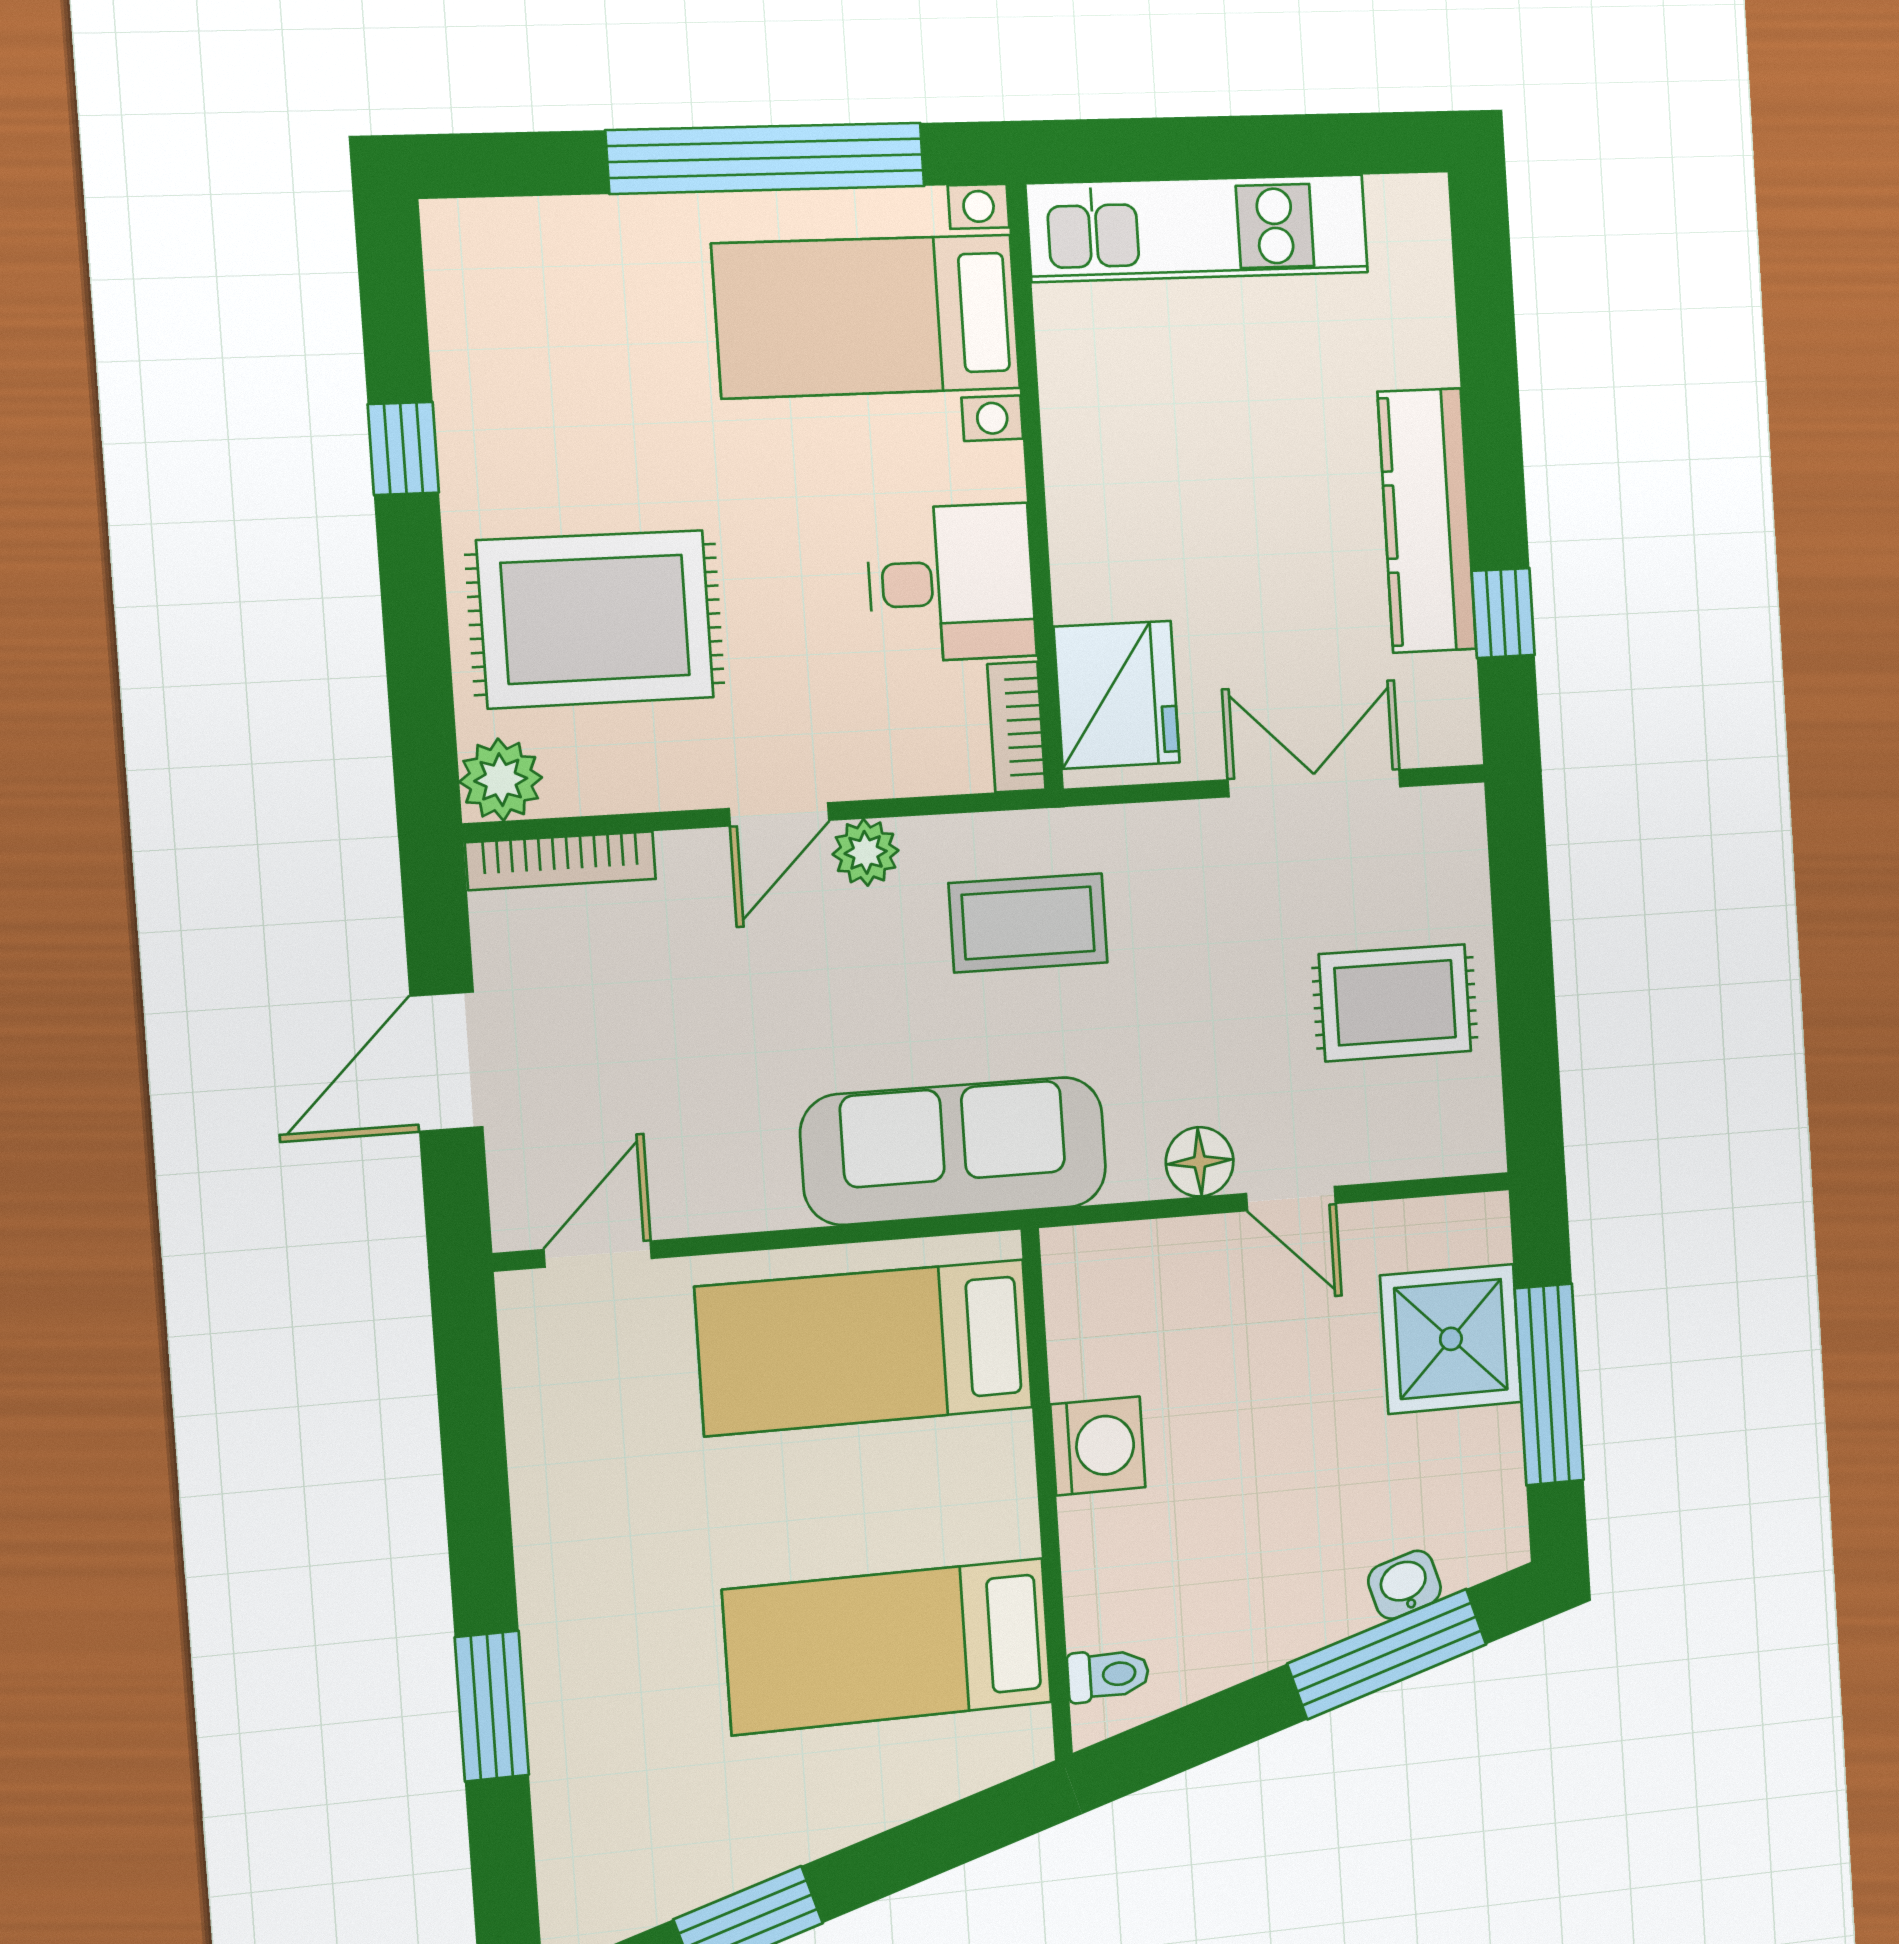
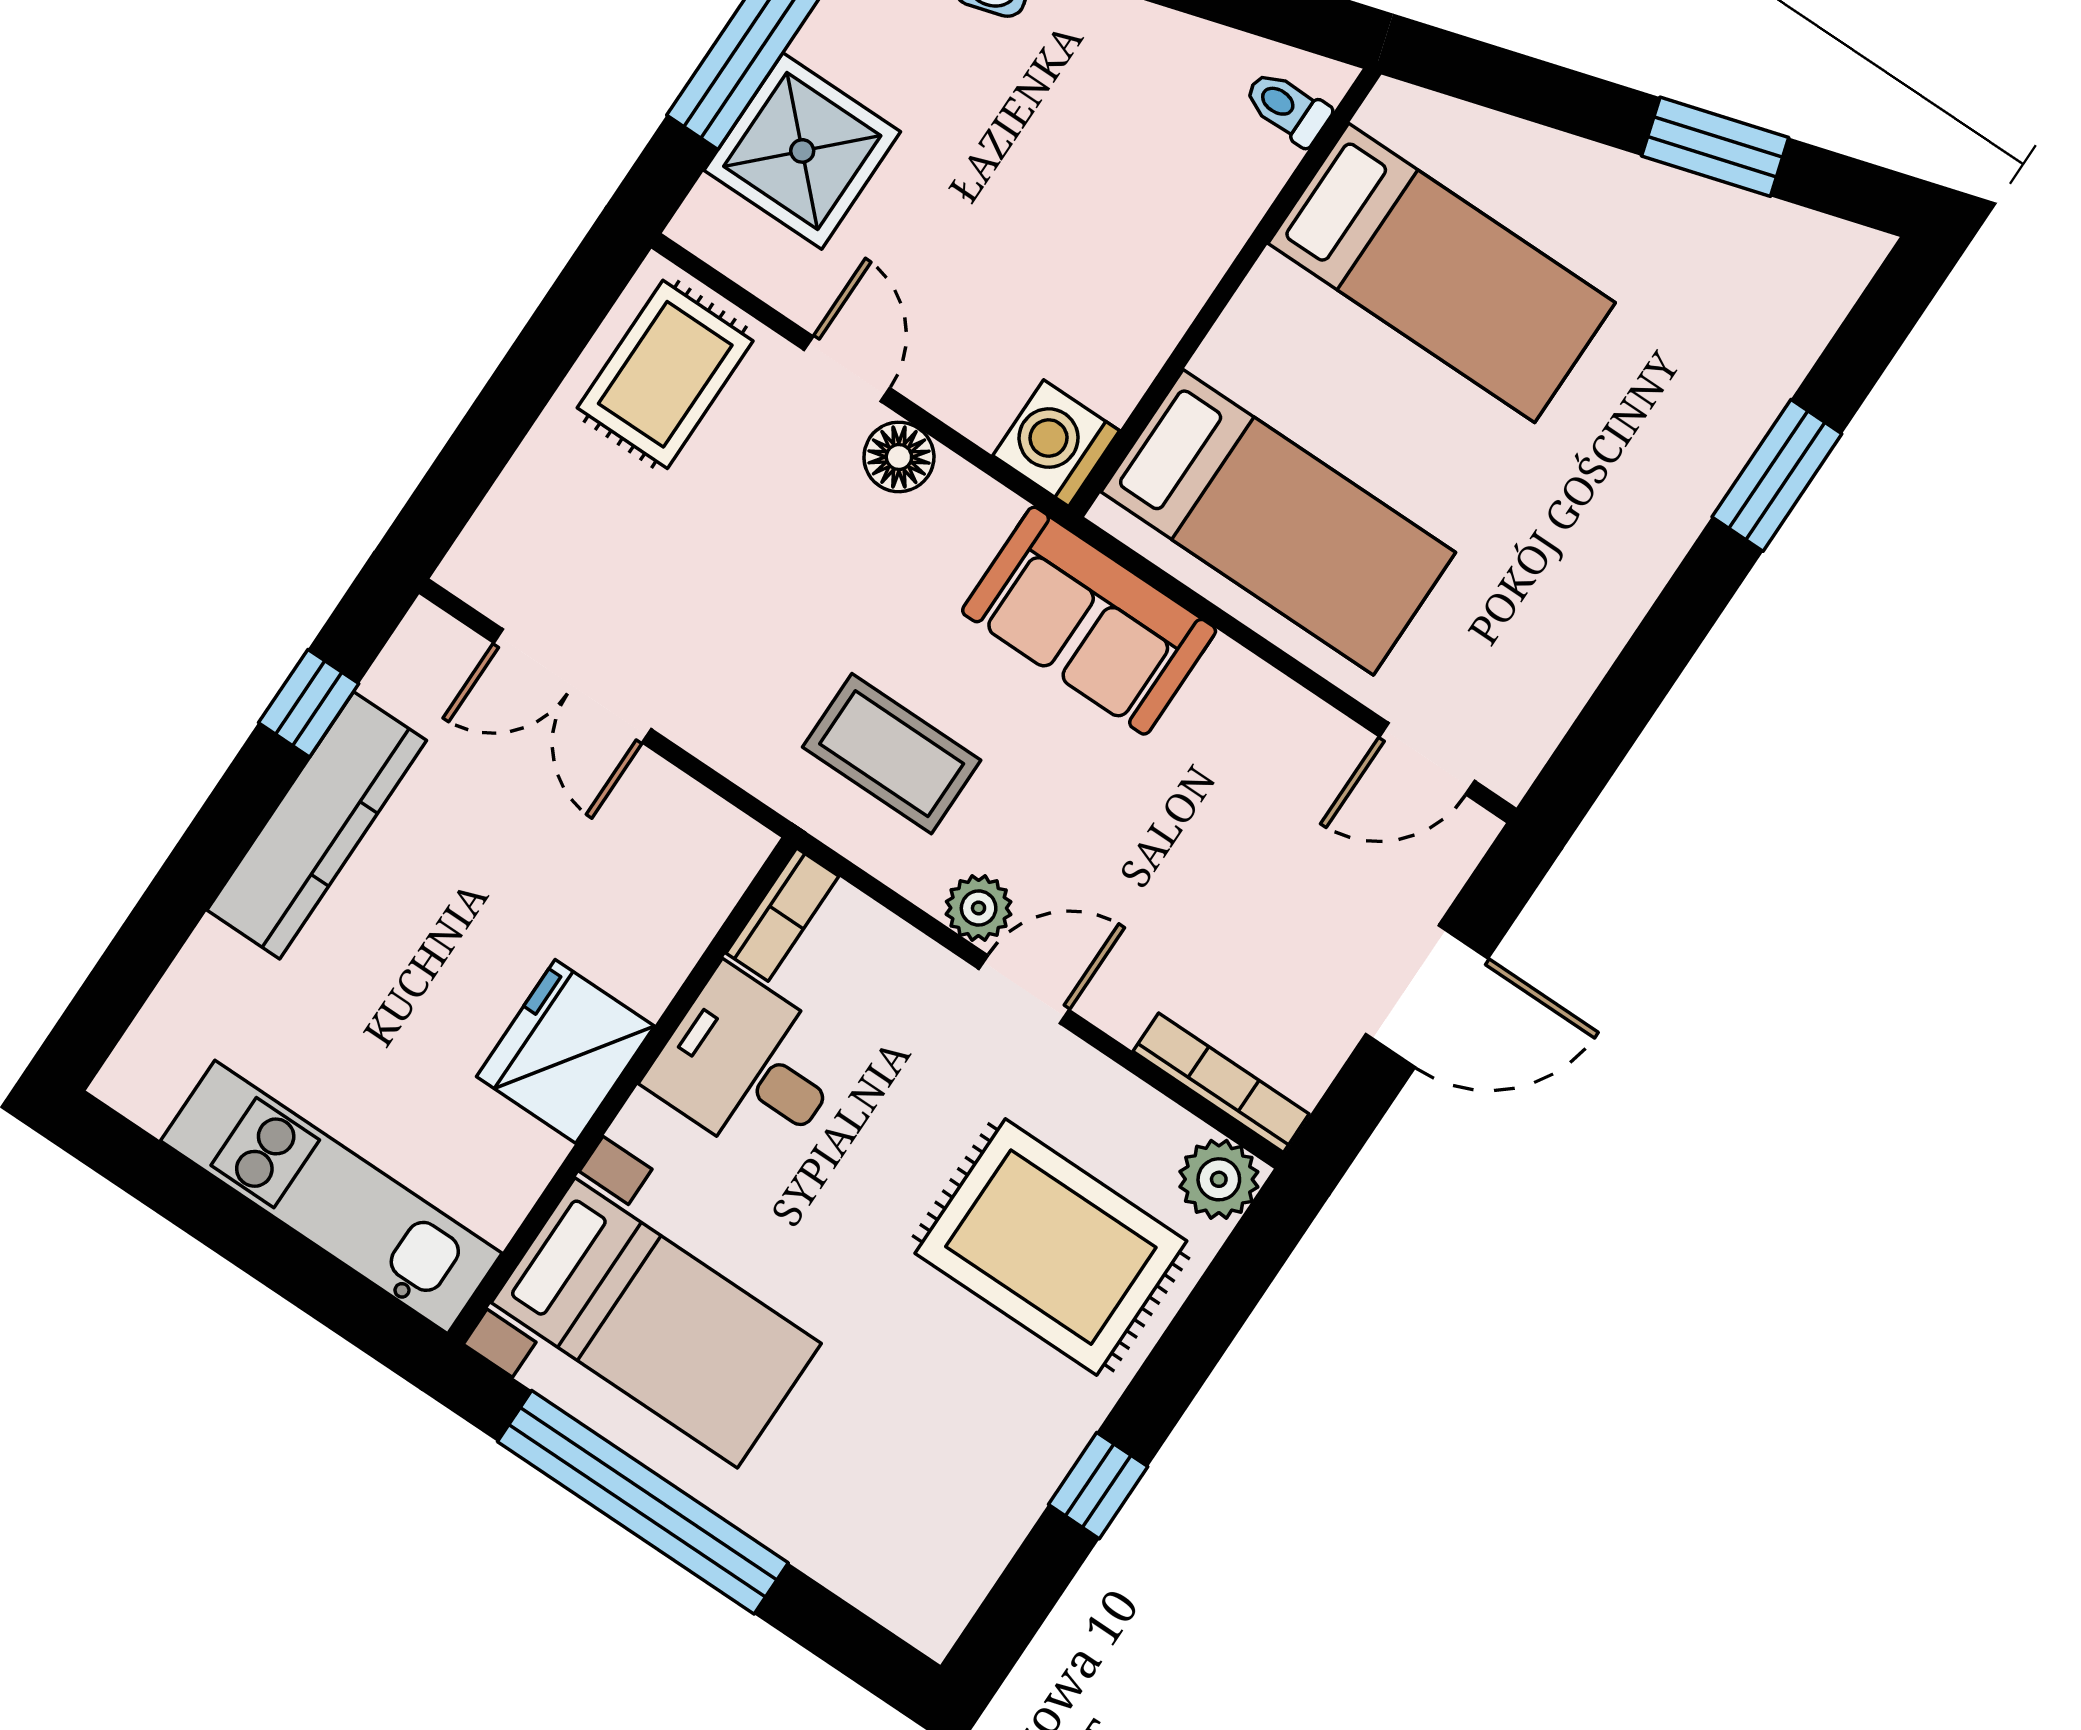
fridge: (1117, 695) -> (565, 1051), moved
rug: (1395, 1003) -> (665, 374), moved, turned 90
sofa: (954, 1151) -> (1089, 621), width x0.73
washing machine: (1098, 1446) -> (1056, 443), moved

